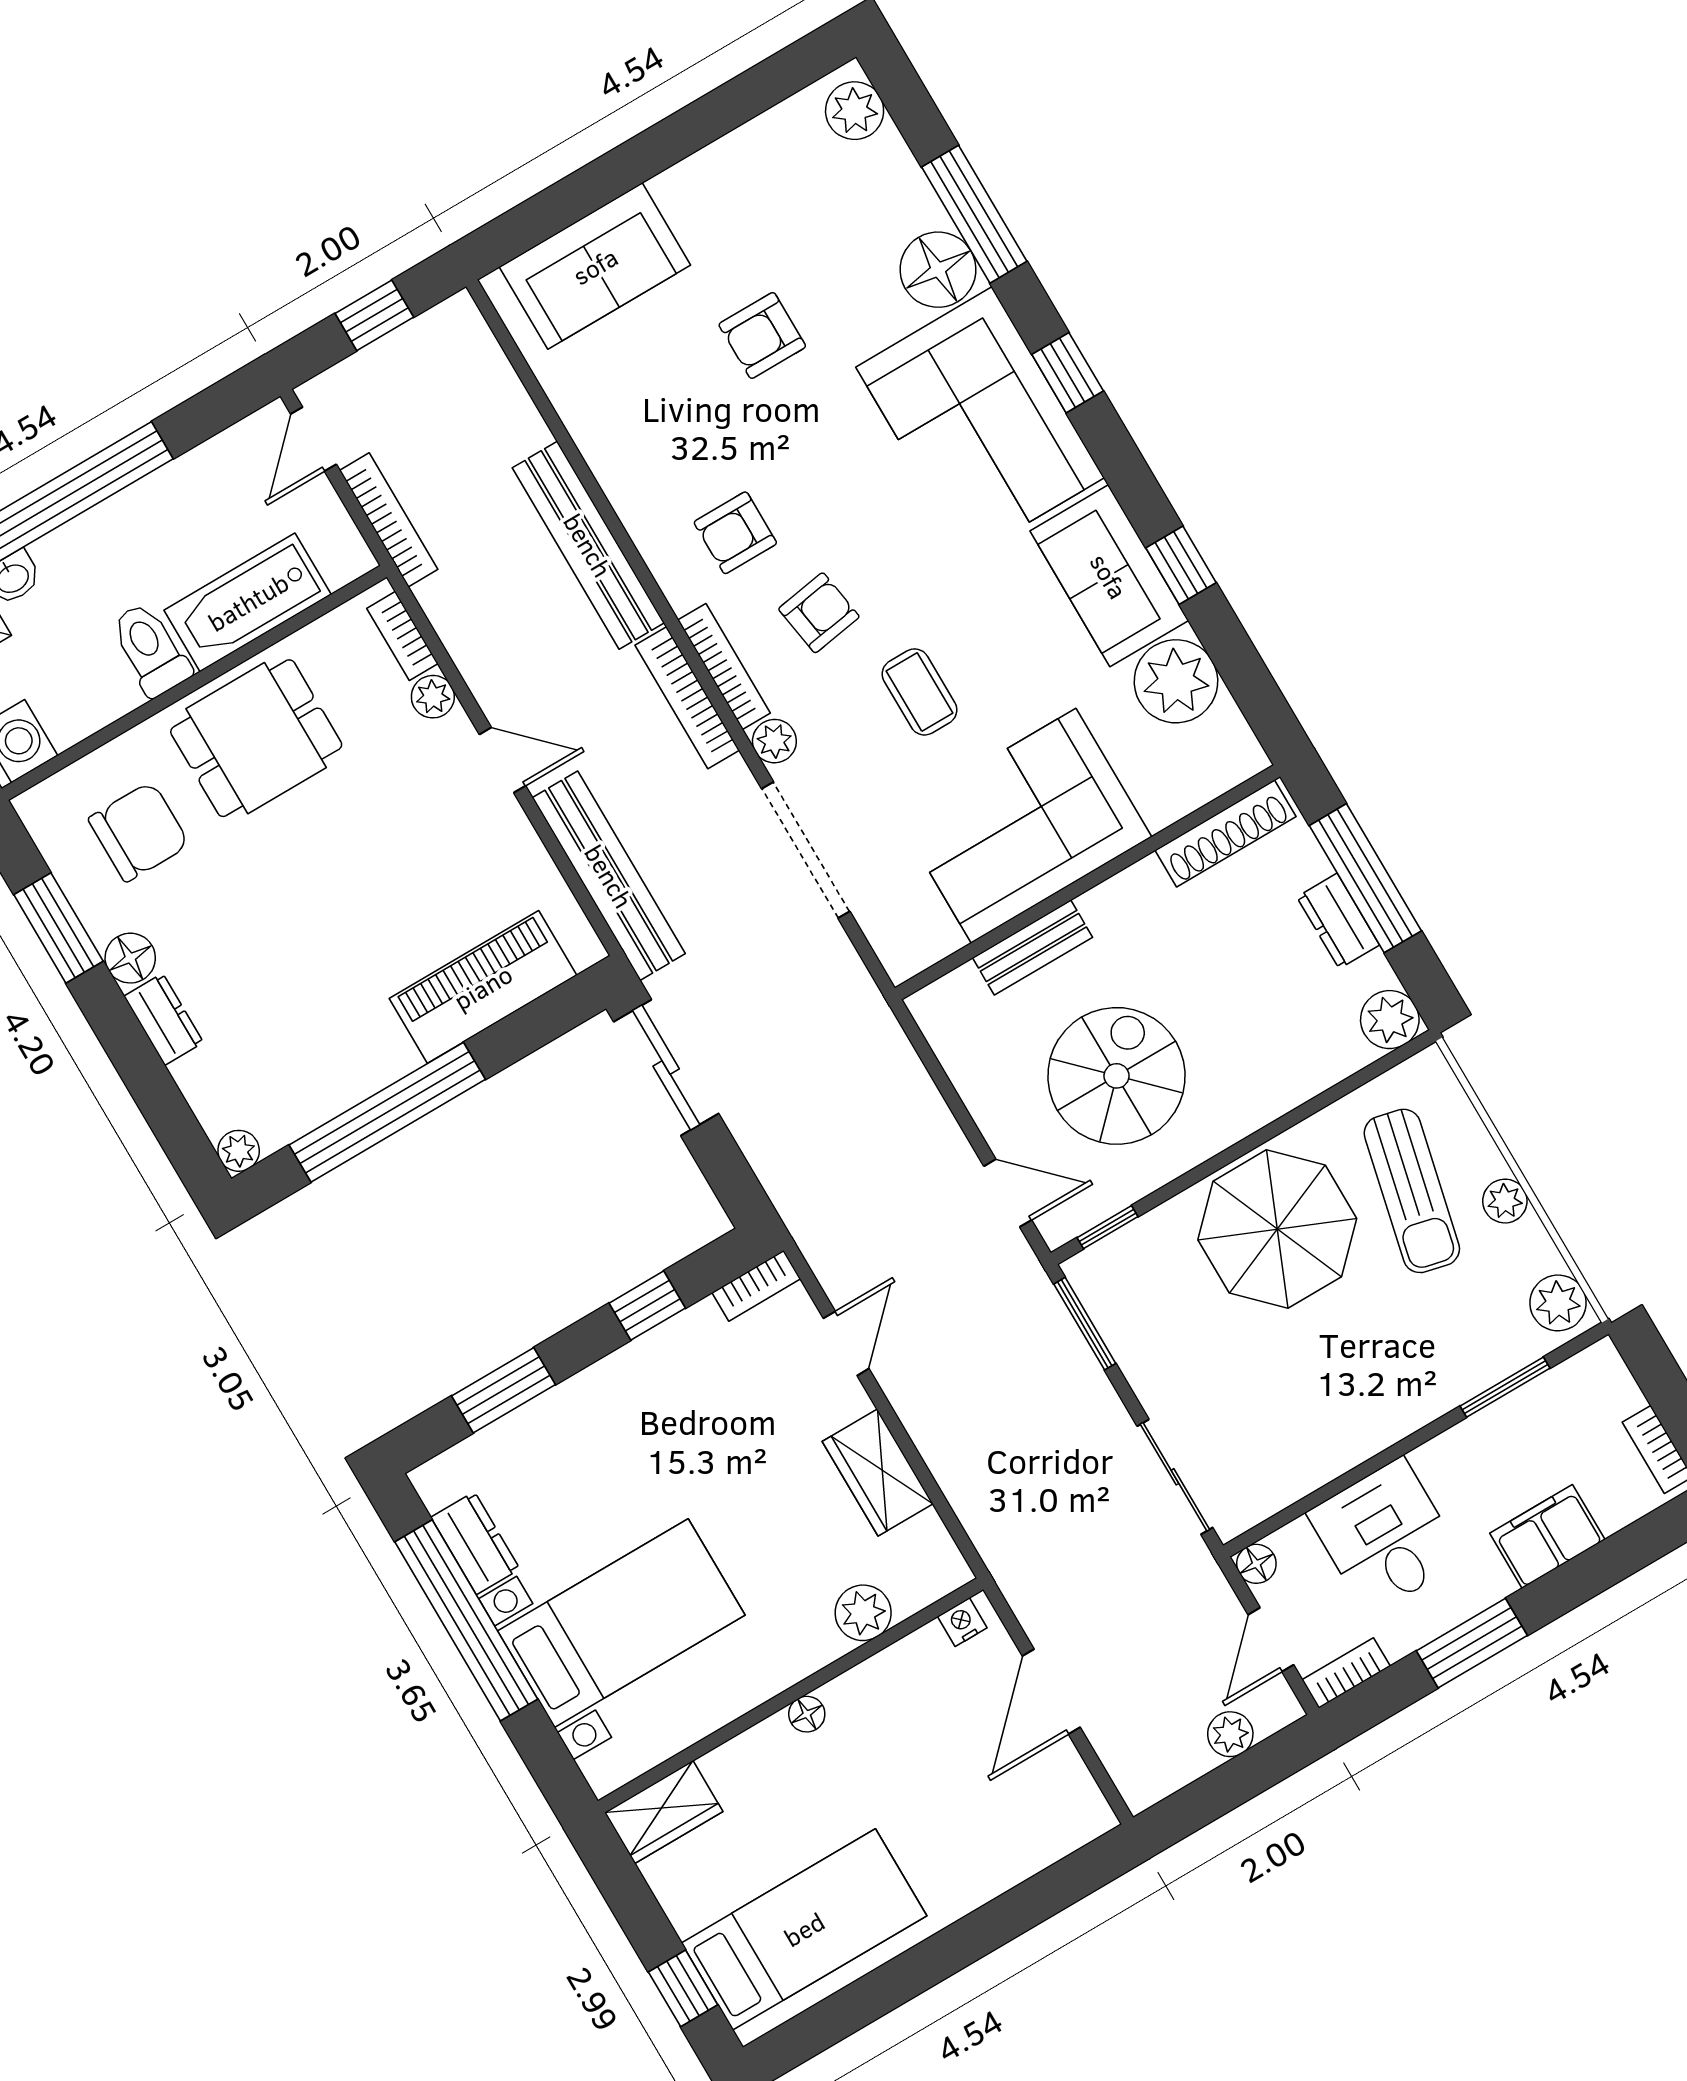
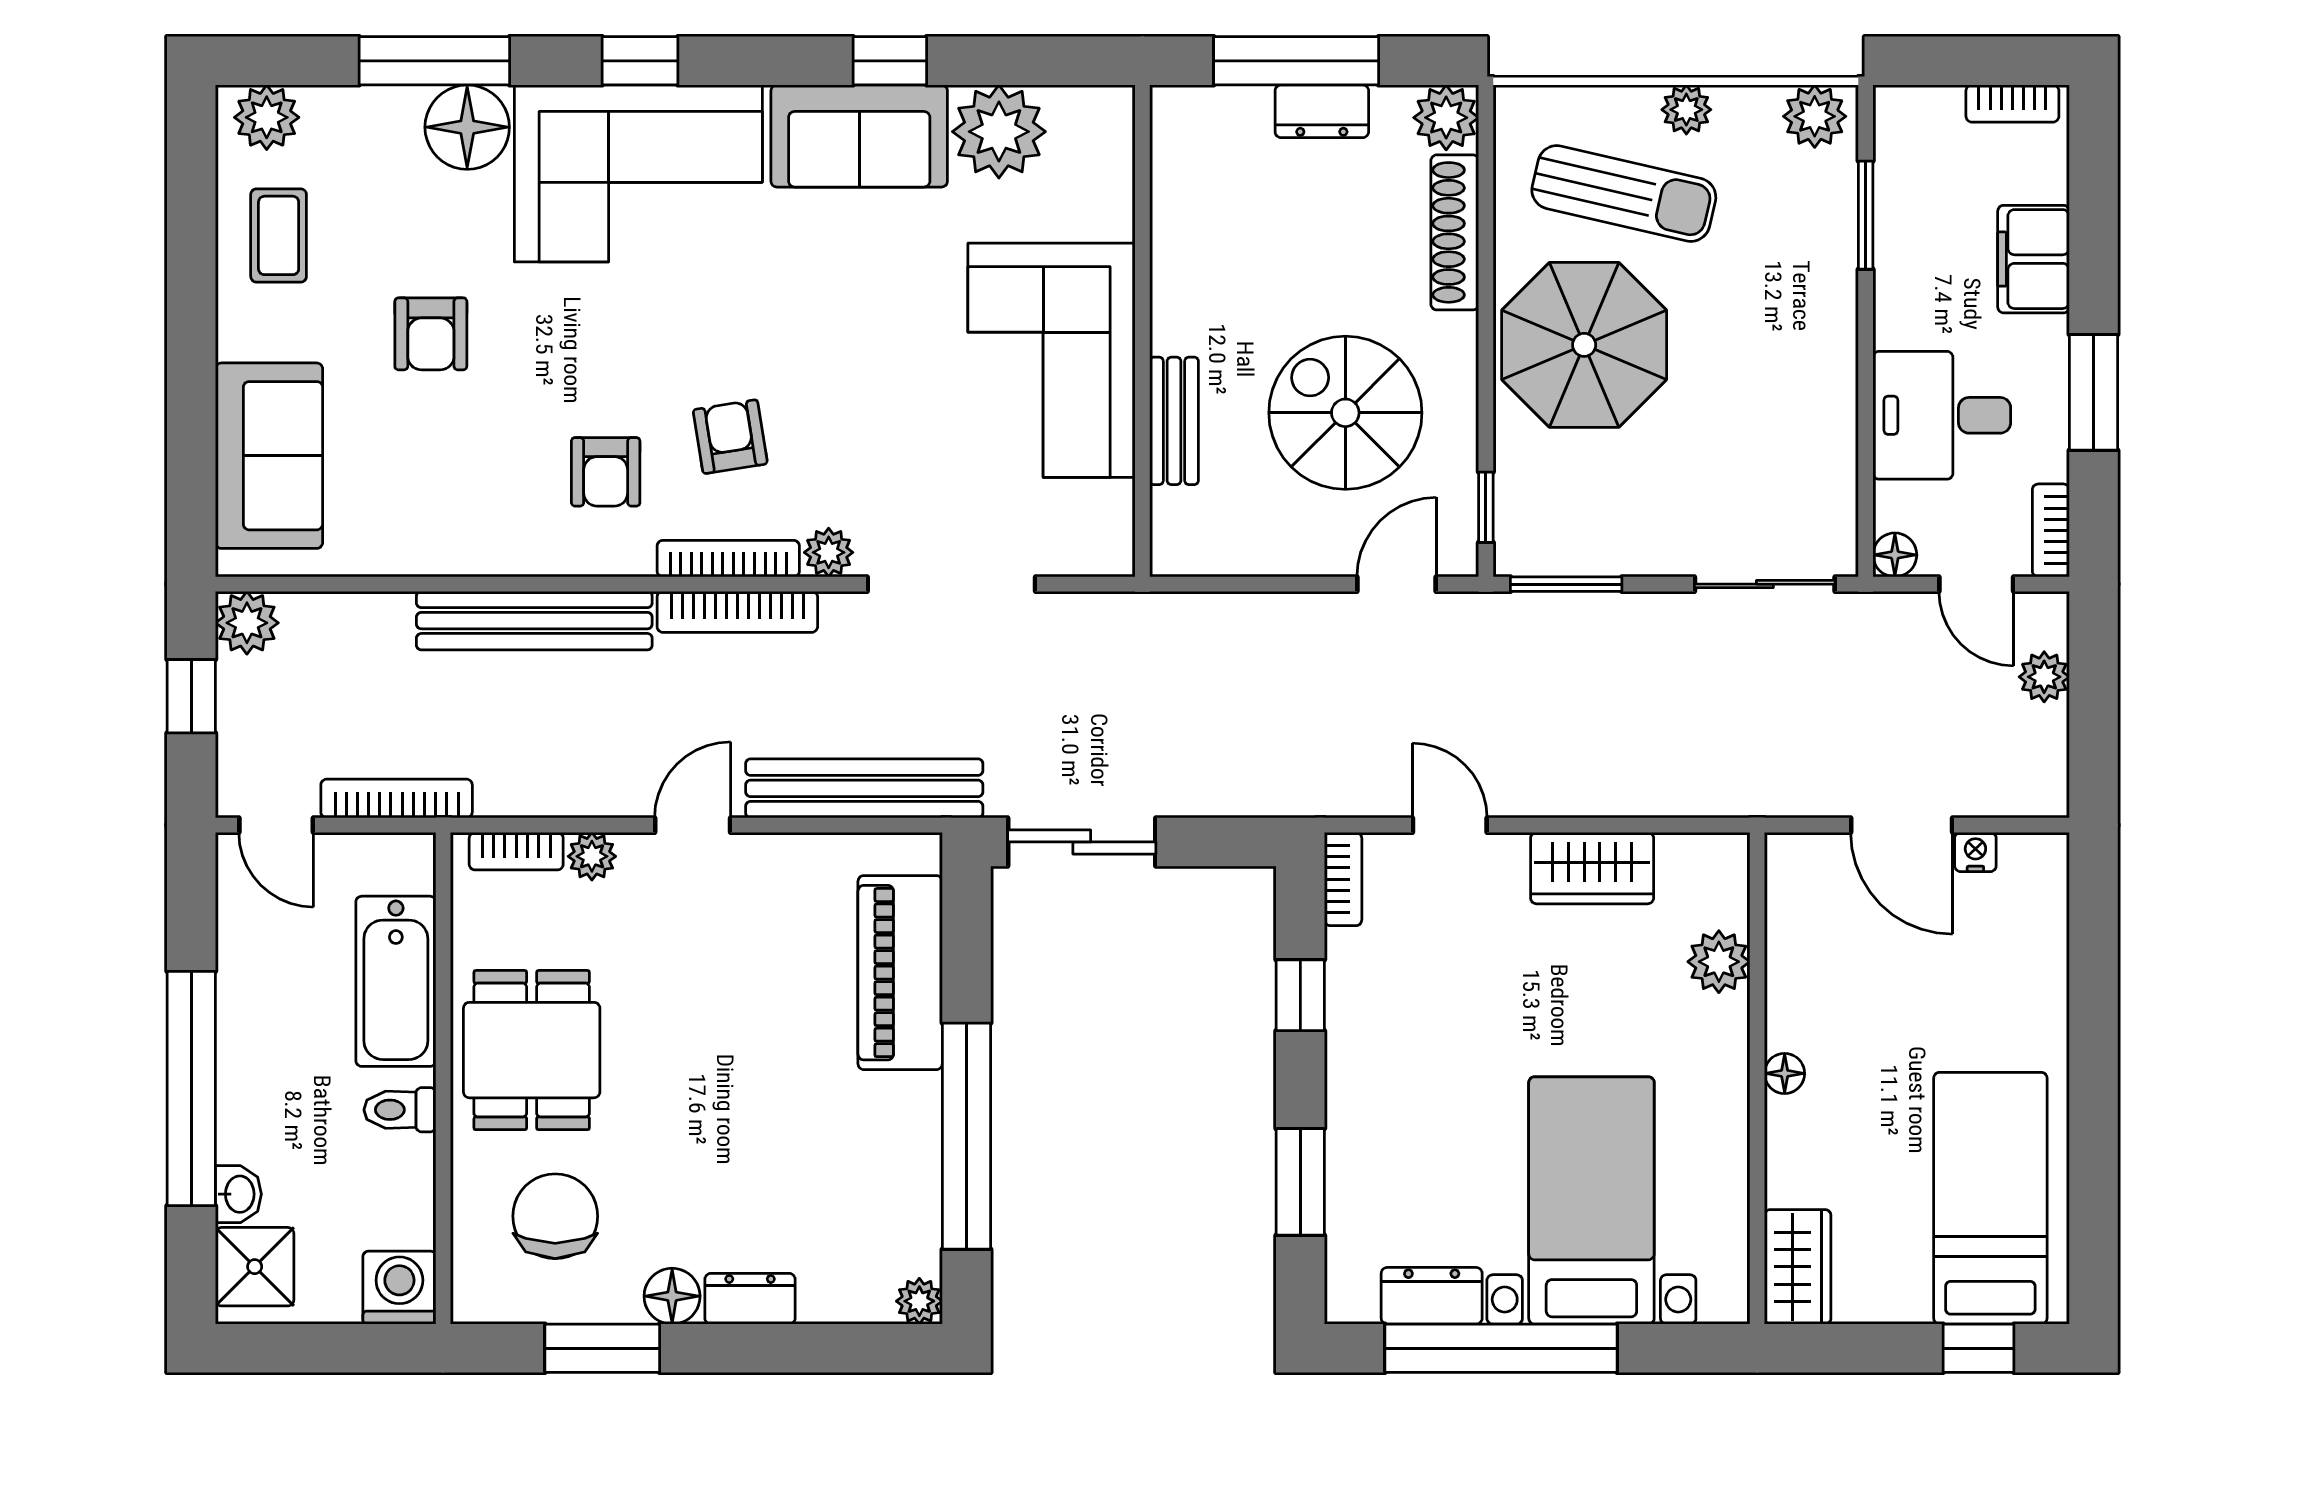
plant: (456, 325) -> (247, 623), added
toilet: (150, 649) -> (400, 1110), width x0.73, depth x0.72
coffee table: (920, 692) -> (279, 235), moved, turned 90
shoe rack: (1226, 833) -> (1455, 232), moved, turned 180
nightstand: (962, 1622) -> (1975, 852), moved, turned 90

